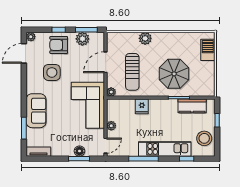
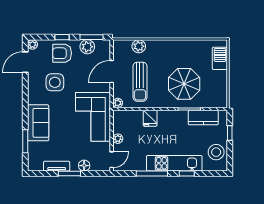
plant: (145, 38) -> (139, 46), moved
tv unit: (38, 152) -> (57, 166), moved
window: (79, 159) -> (69, 173), moved
window: (187, 159) -> (187, 173), moved

